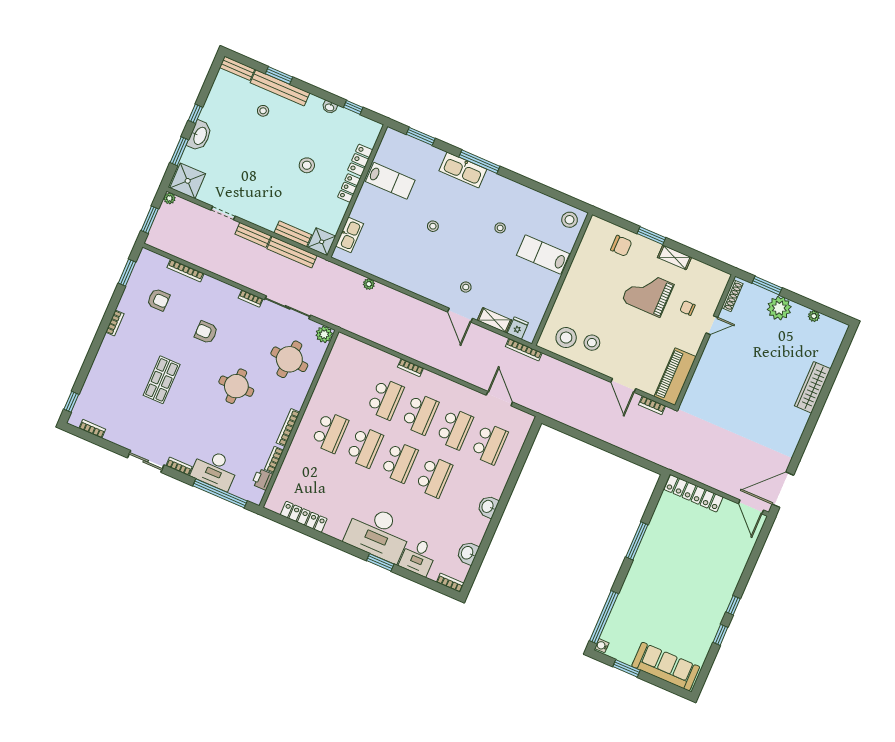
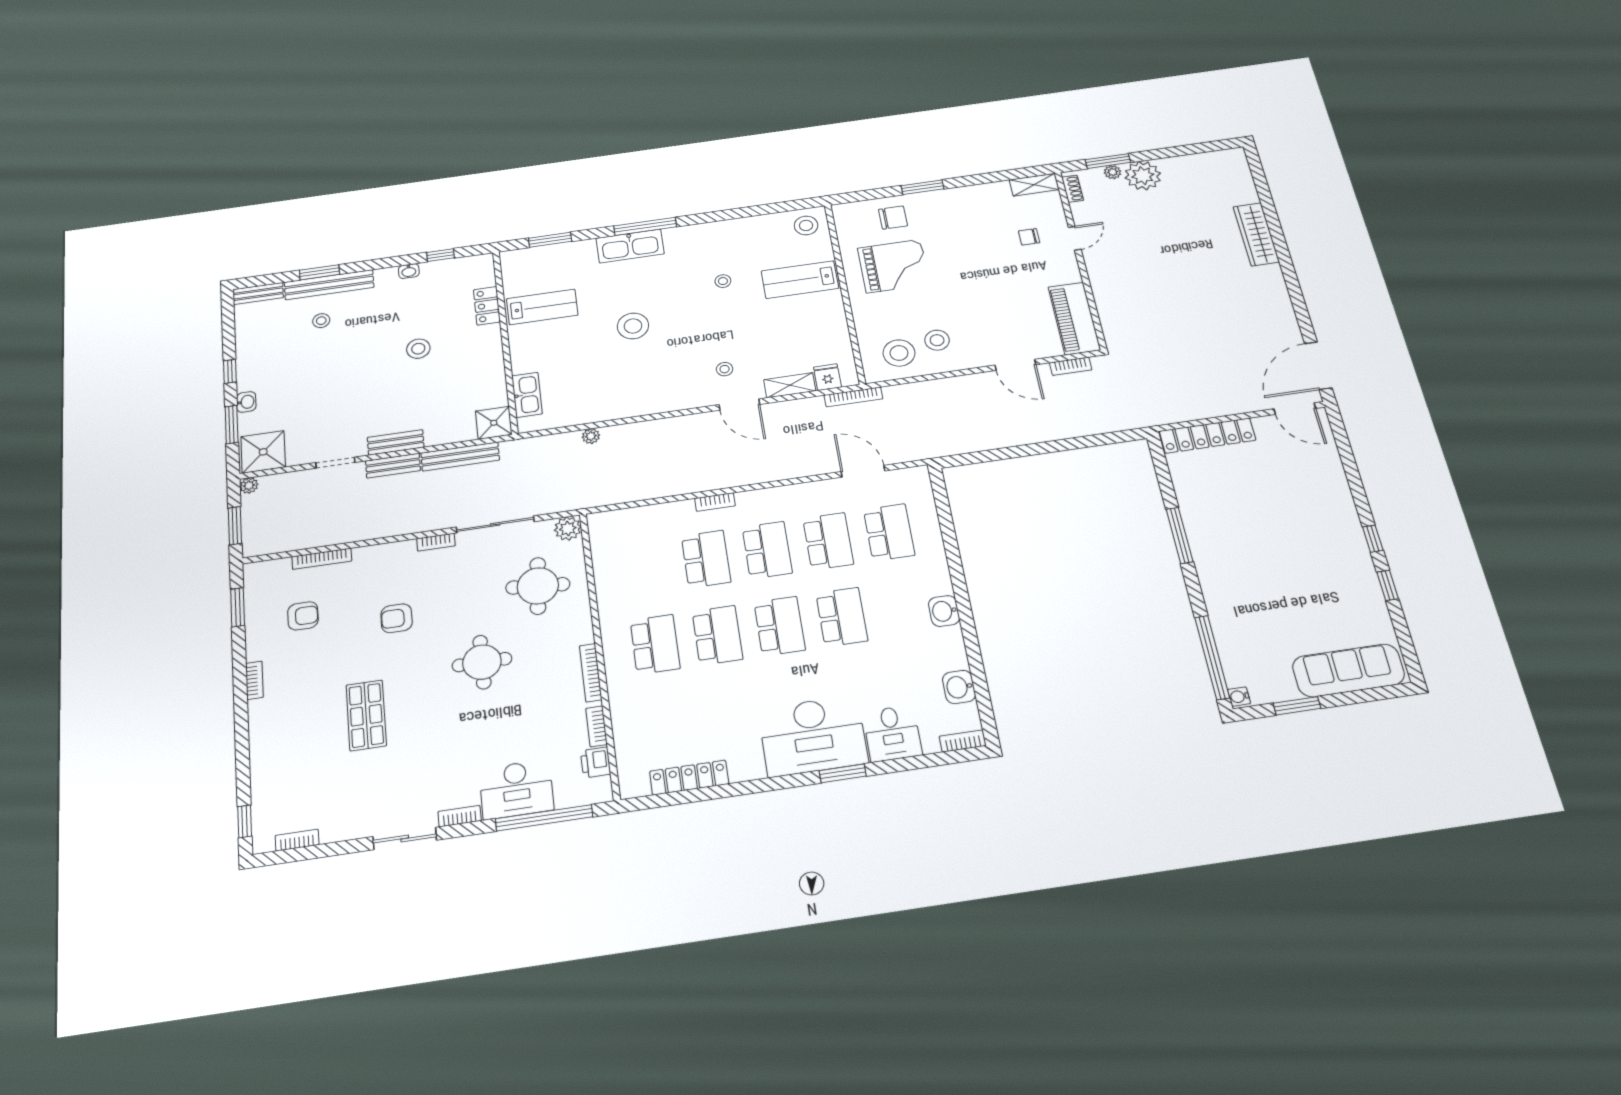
washbasin: (200, 136) -> (246, 402), width x0.52, depth x0.69
locker: (349, 188) -> (492, 344), removed
stool: (433, 226) -> (633, 326), width x1.89, depth x1.89
bench: (293, 234) -> (396, 442), moved
shelving: (675, 257) -> (1034, 185), moved
grand piano: (648, 293) -> (894, 266), moved, turned 180
shoe rack: (732, 296) -> (1073, 189), width x0.70
plant: (814, 316) -> (1113, 172), moved

